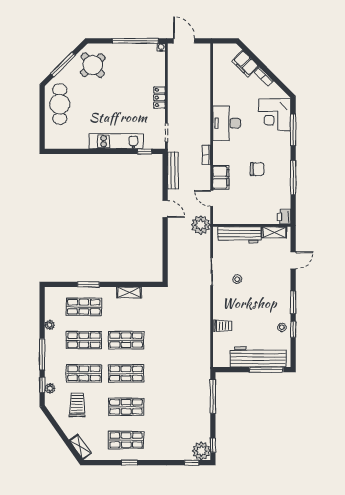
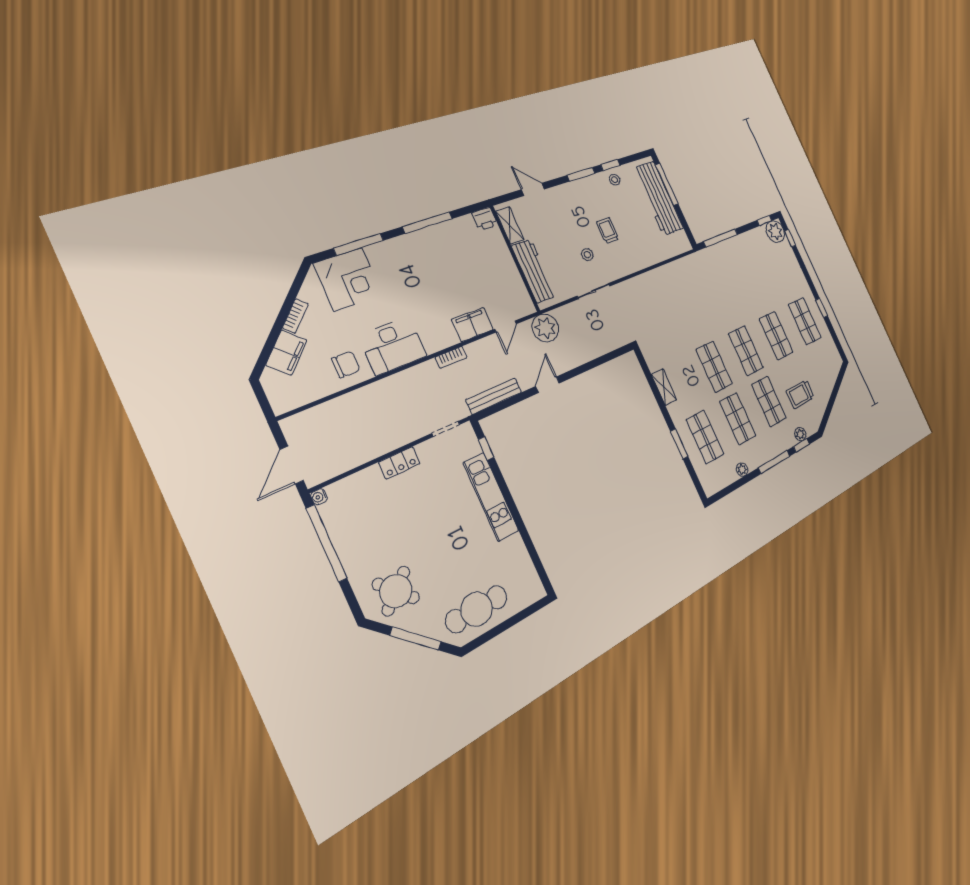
chair: (257, 169) -> (346, 364), moved, turned 90
trolley: (223, 326) -> (608, 231), moved
shelving: (80, 447) -> (834, 370), removed

